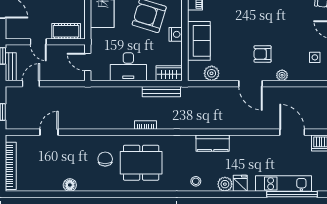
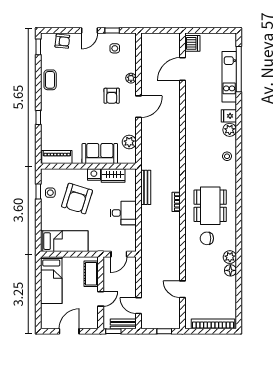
desk: (128, 67) -> (123, 213), width x0.73
wardrobe: (169, 73) -> (113, 175), moved, turned -90
kitchen counter: (213, 143) -> (192, 141), removed
plant: (84, 184) -> (230, 257), added

